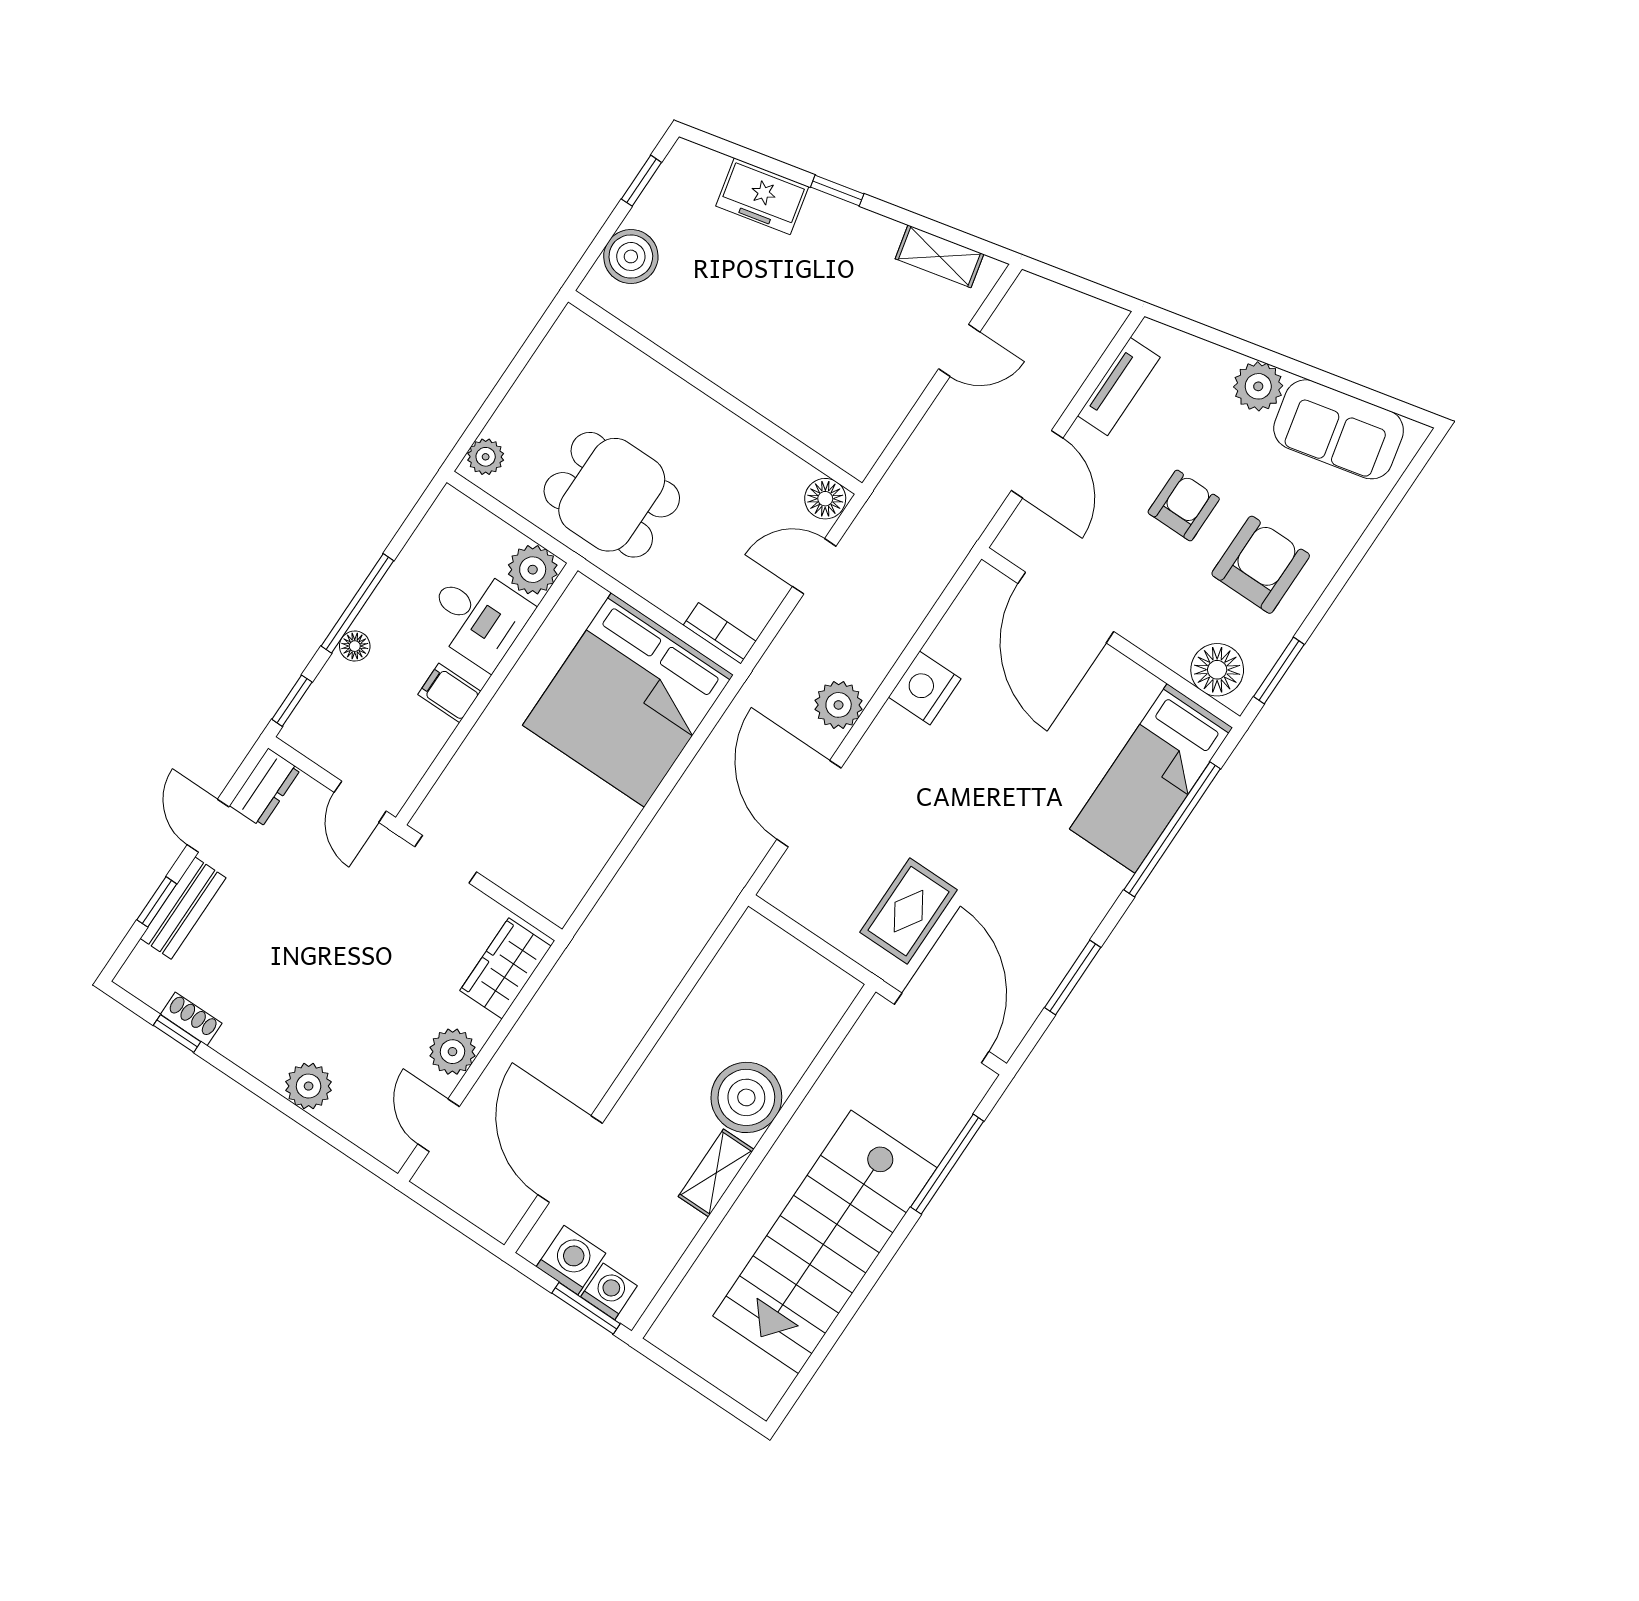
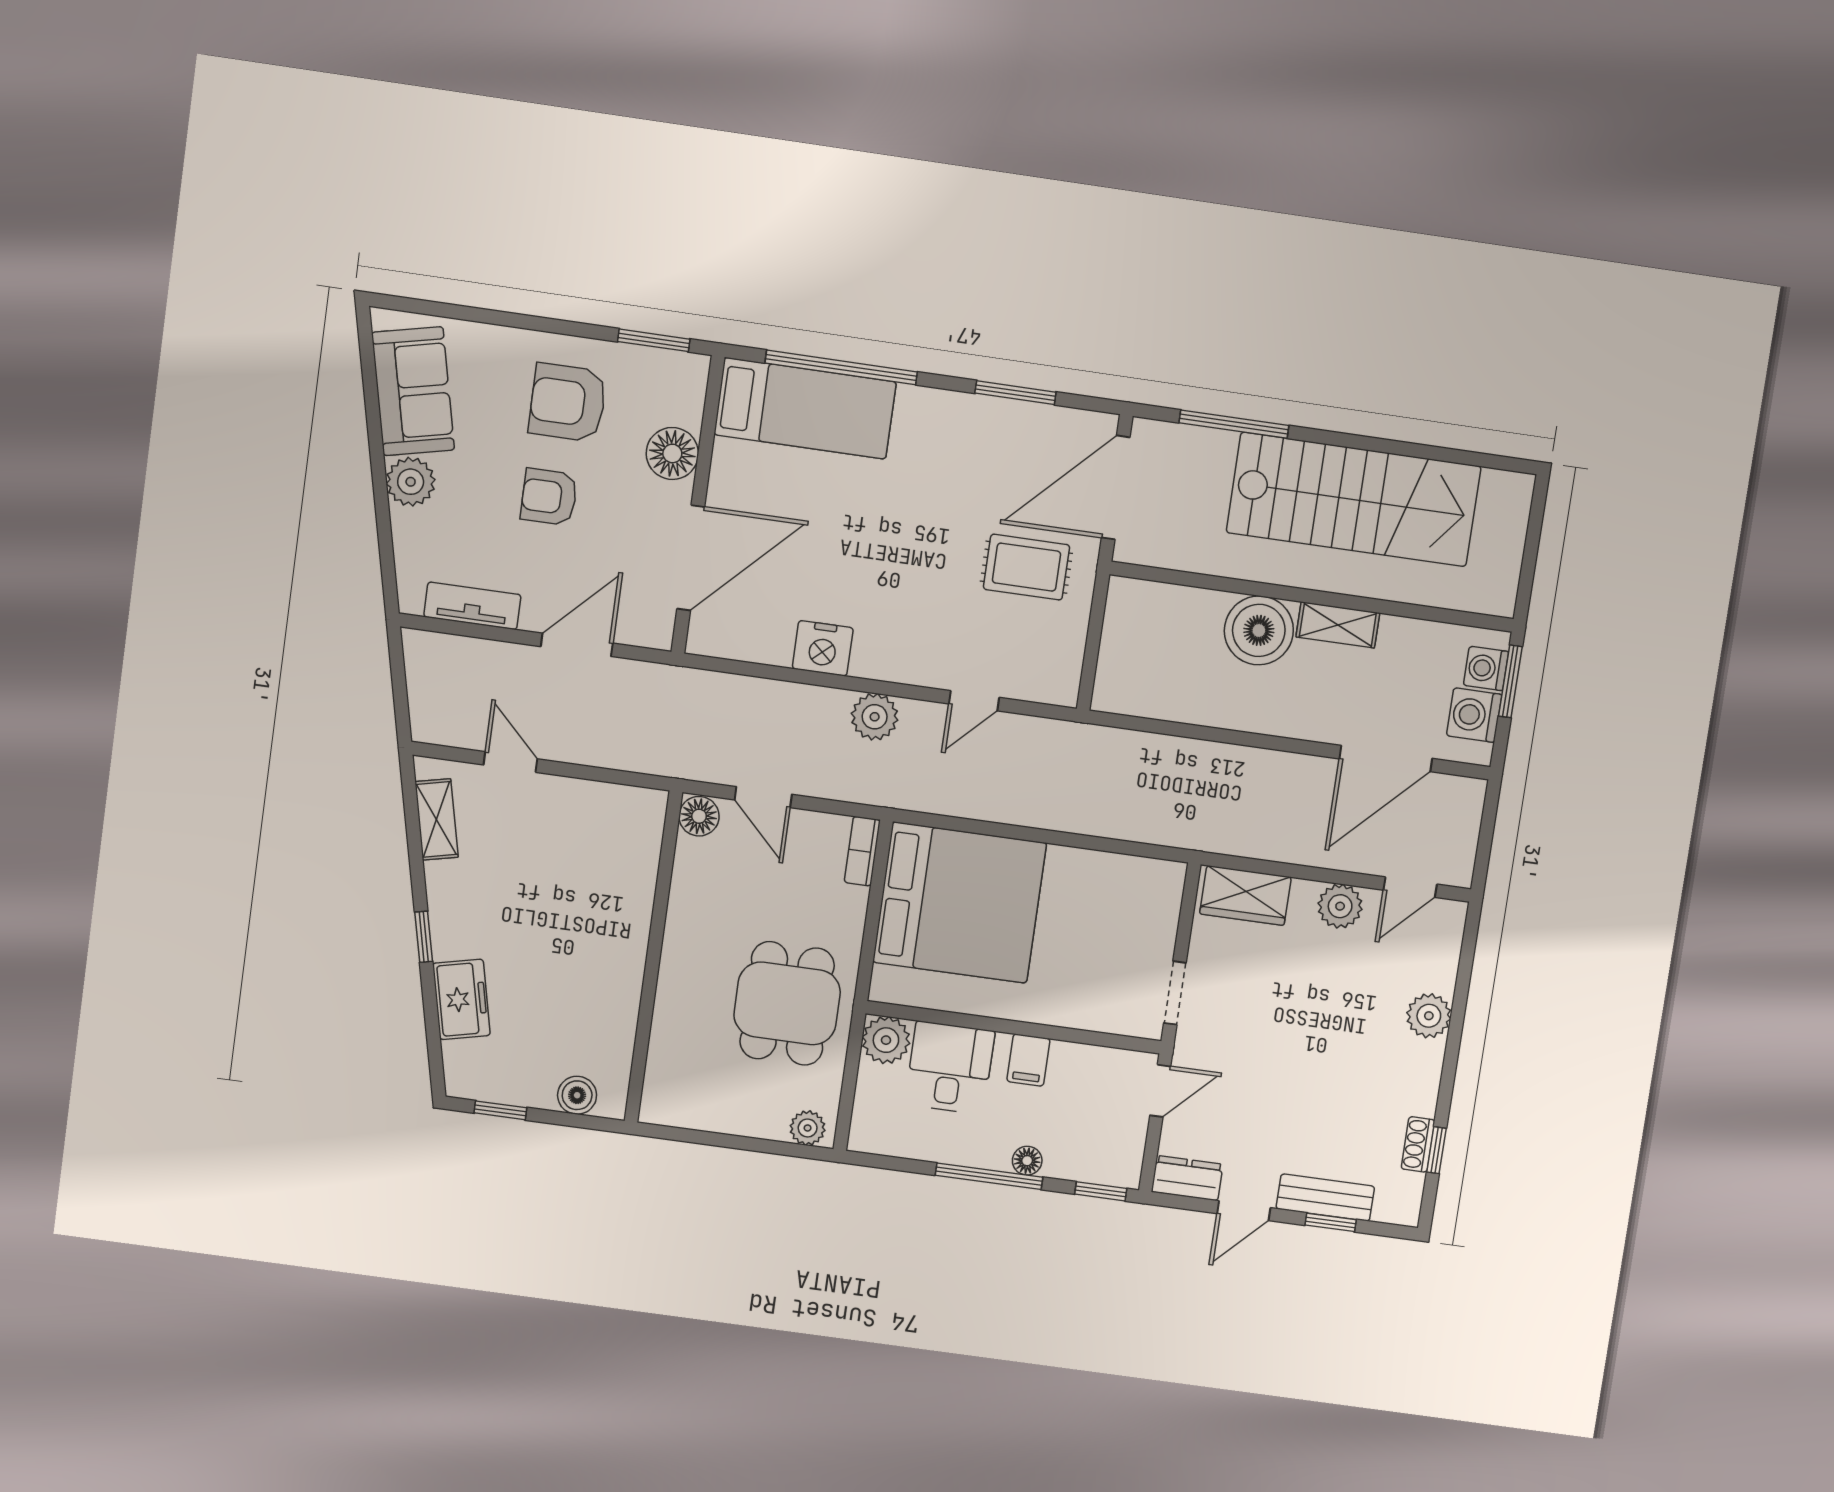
boiler: (631, 256) -> (577, 1095), width x0.73, depth x0.73
floor lamp: (1217, 670) -> (672, 453), moved
door: (809, 804) -> (974, 701), width x0.53

